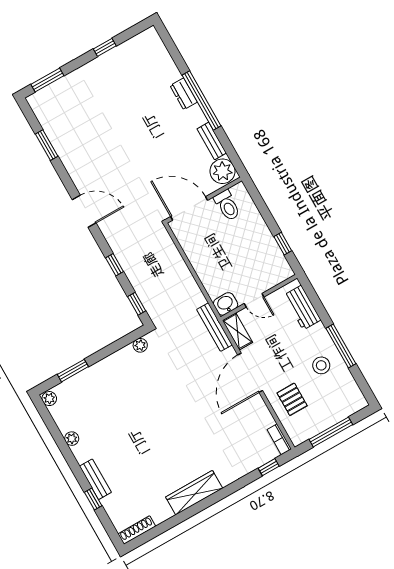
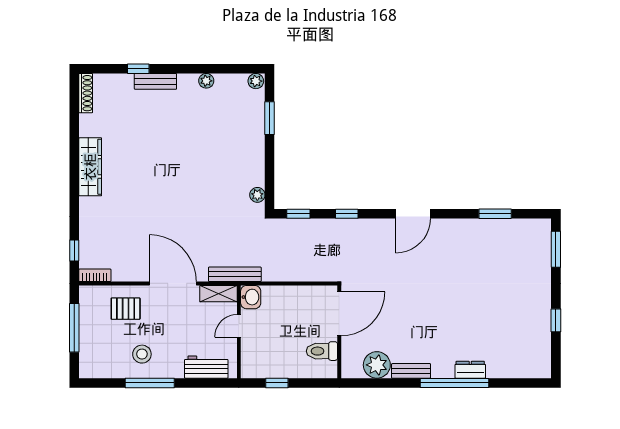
wall: (204, 200) -> (339, 332), moved
toilet: (227, 205) -> (322, 351), moved
door: (189, 208) -> (339, 314), moved

